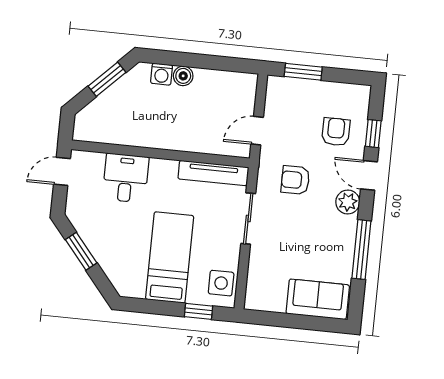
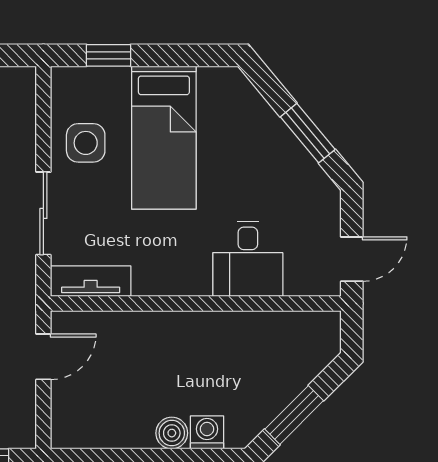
tv unit: (213, 173) -> (91, 281), width x0.71
side table: (221, 283) -> (86, 143), moved

